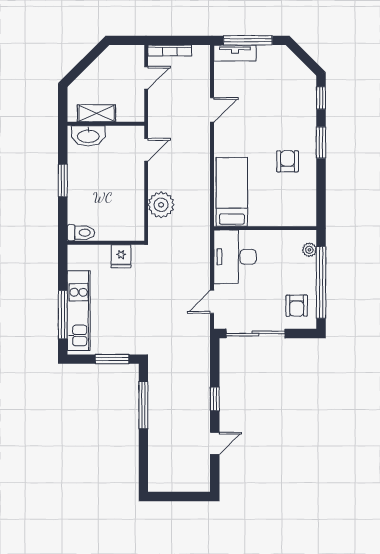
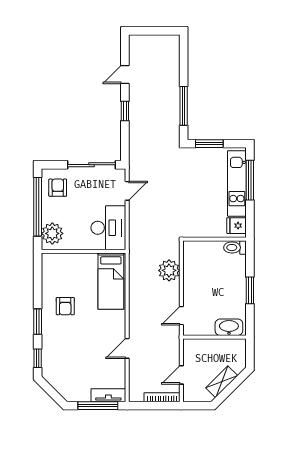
shelving: (96, 113) -> (222, 382), moved, turned -45
plant: (309, 250) -> (52, 233), width x1.88, depth x1.88
fridge: (121, 256) -> (237, 226), moved, turned -90

